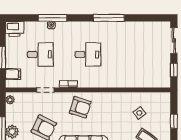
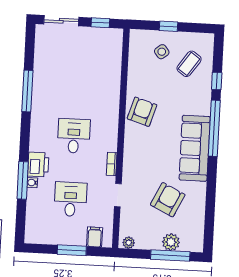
window: (109, 18) -> (27, 91), moved
printer: (15, 29) -> (38, 164), moved
armchair: (80, 107) -> (142, 112), moved
side table: (139, 113) -> (162, 52), moved

